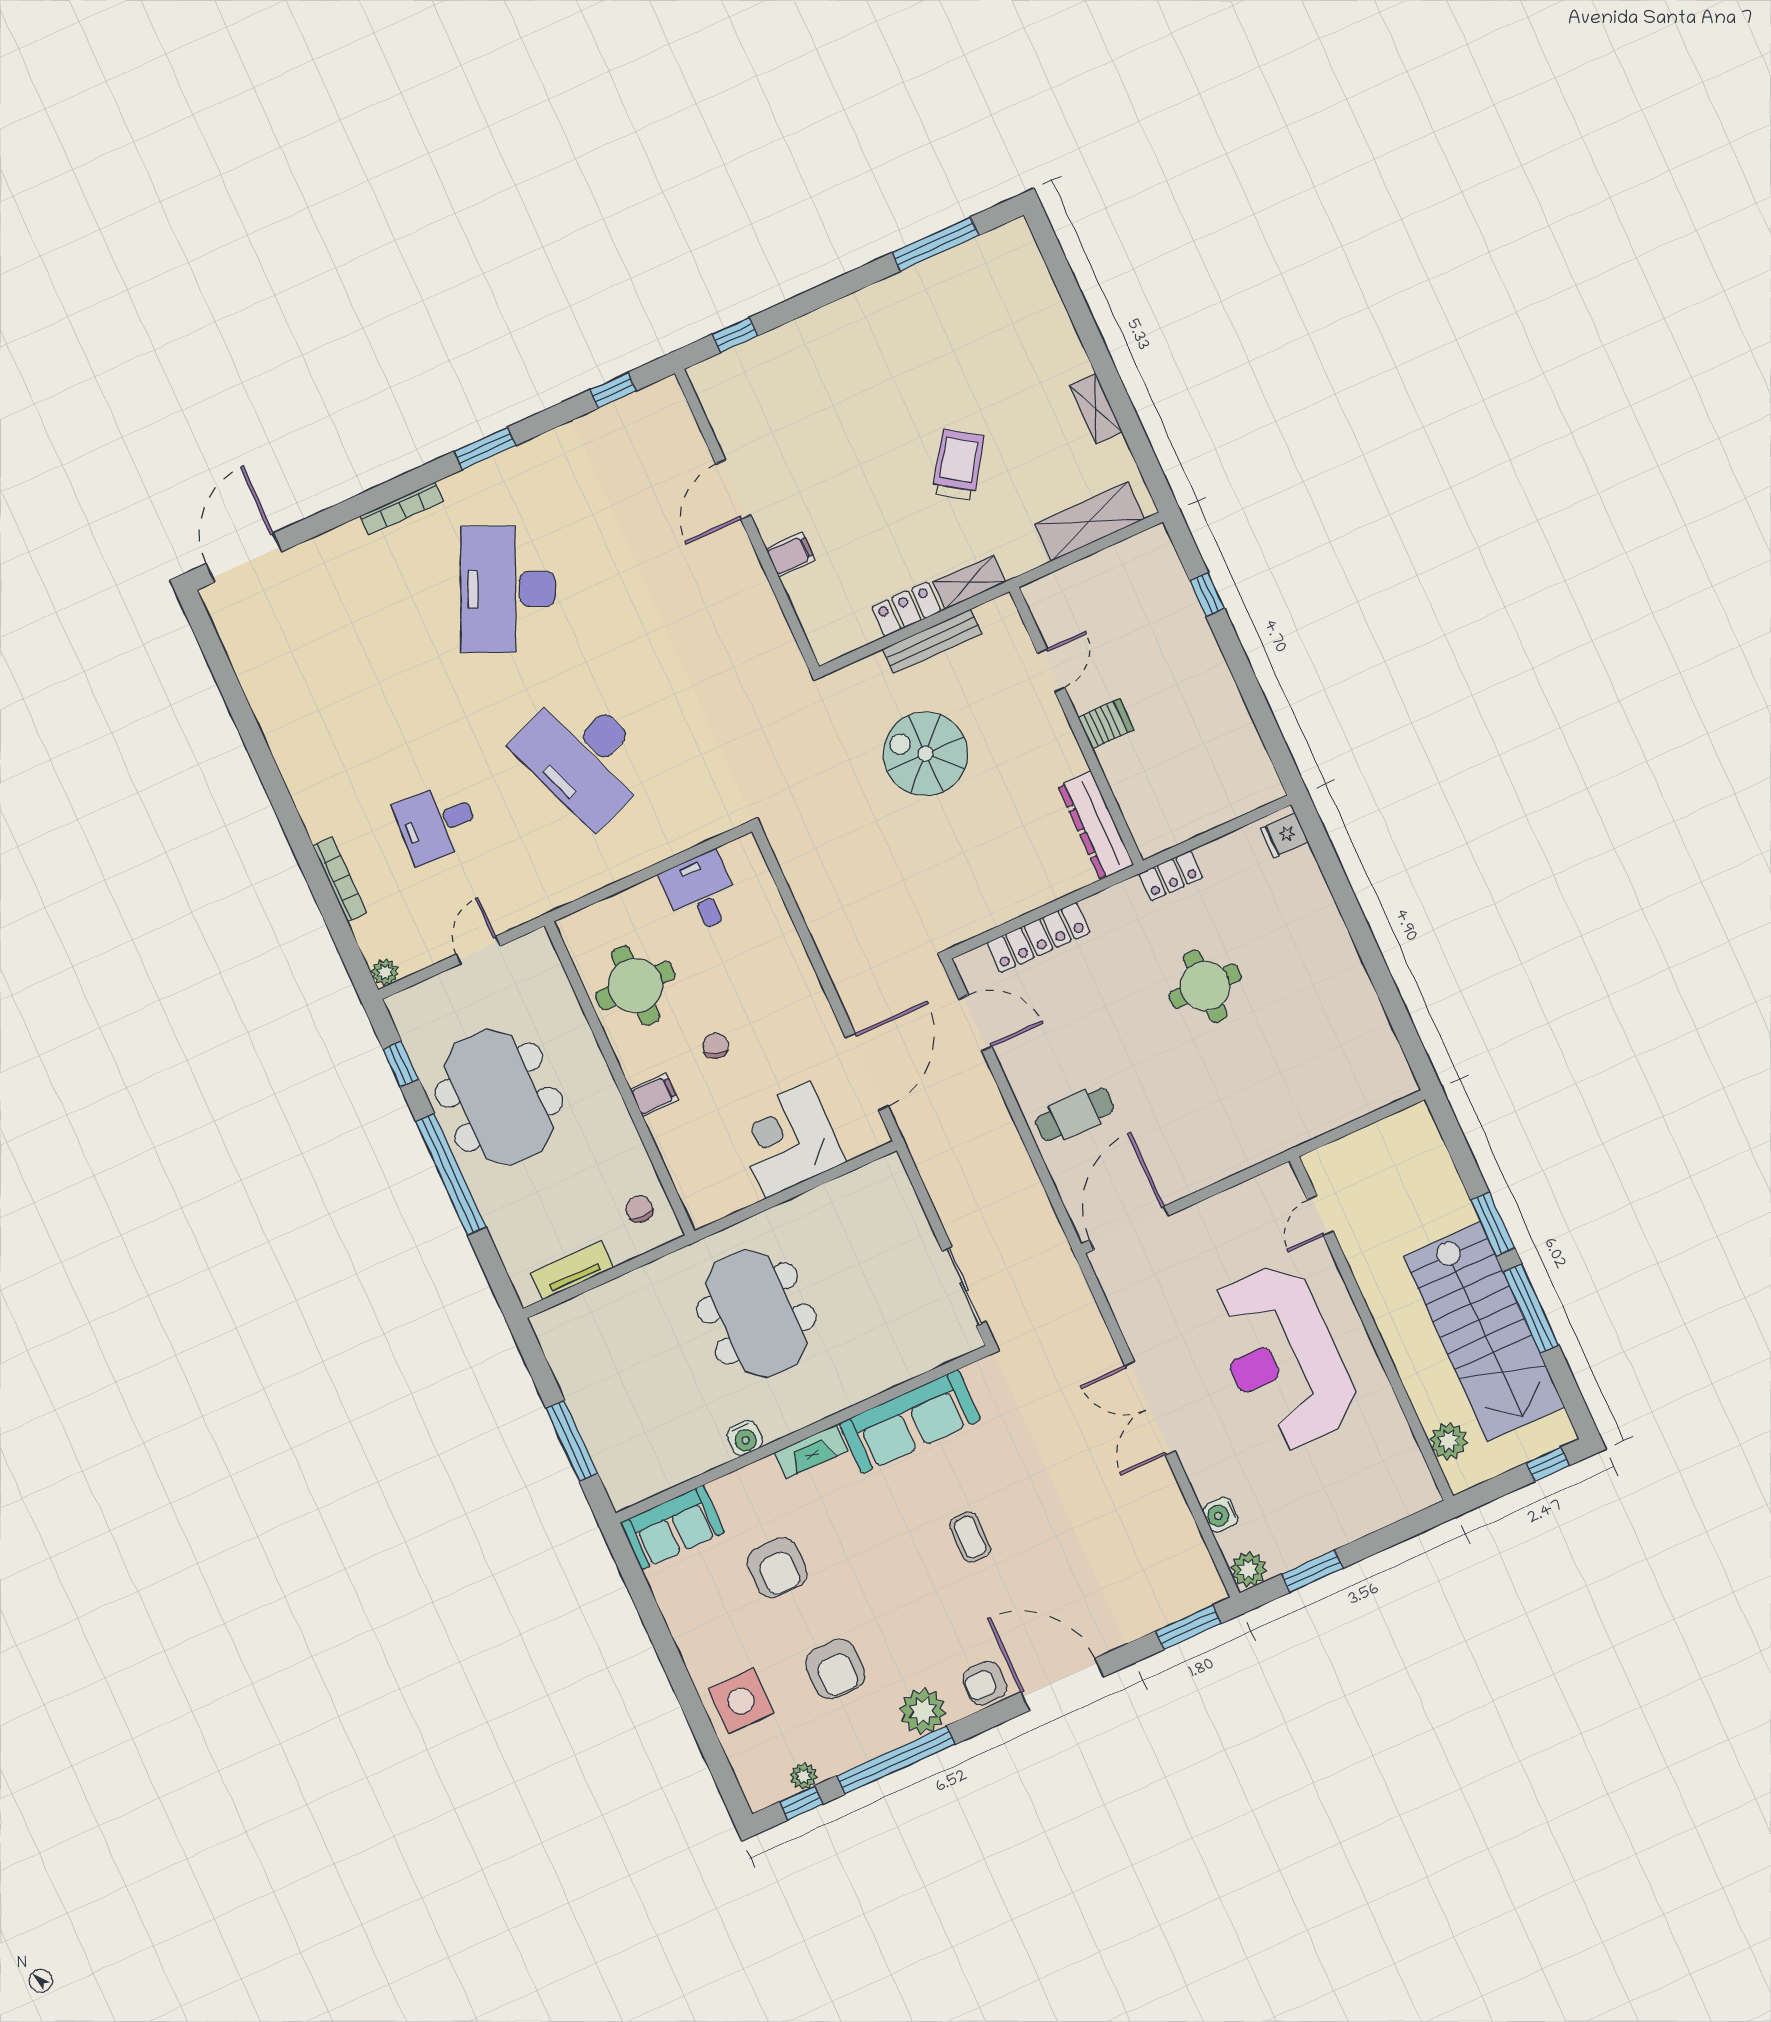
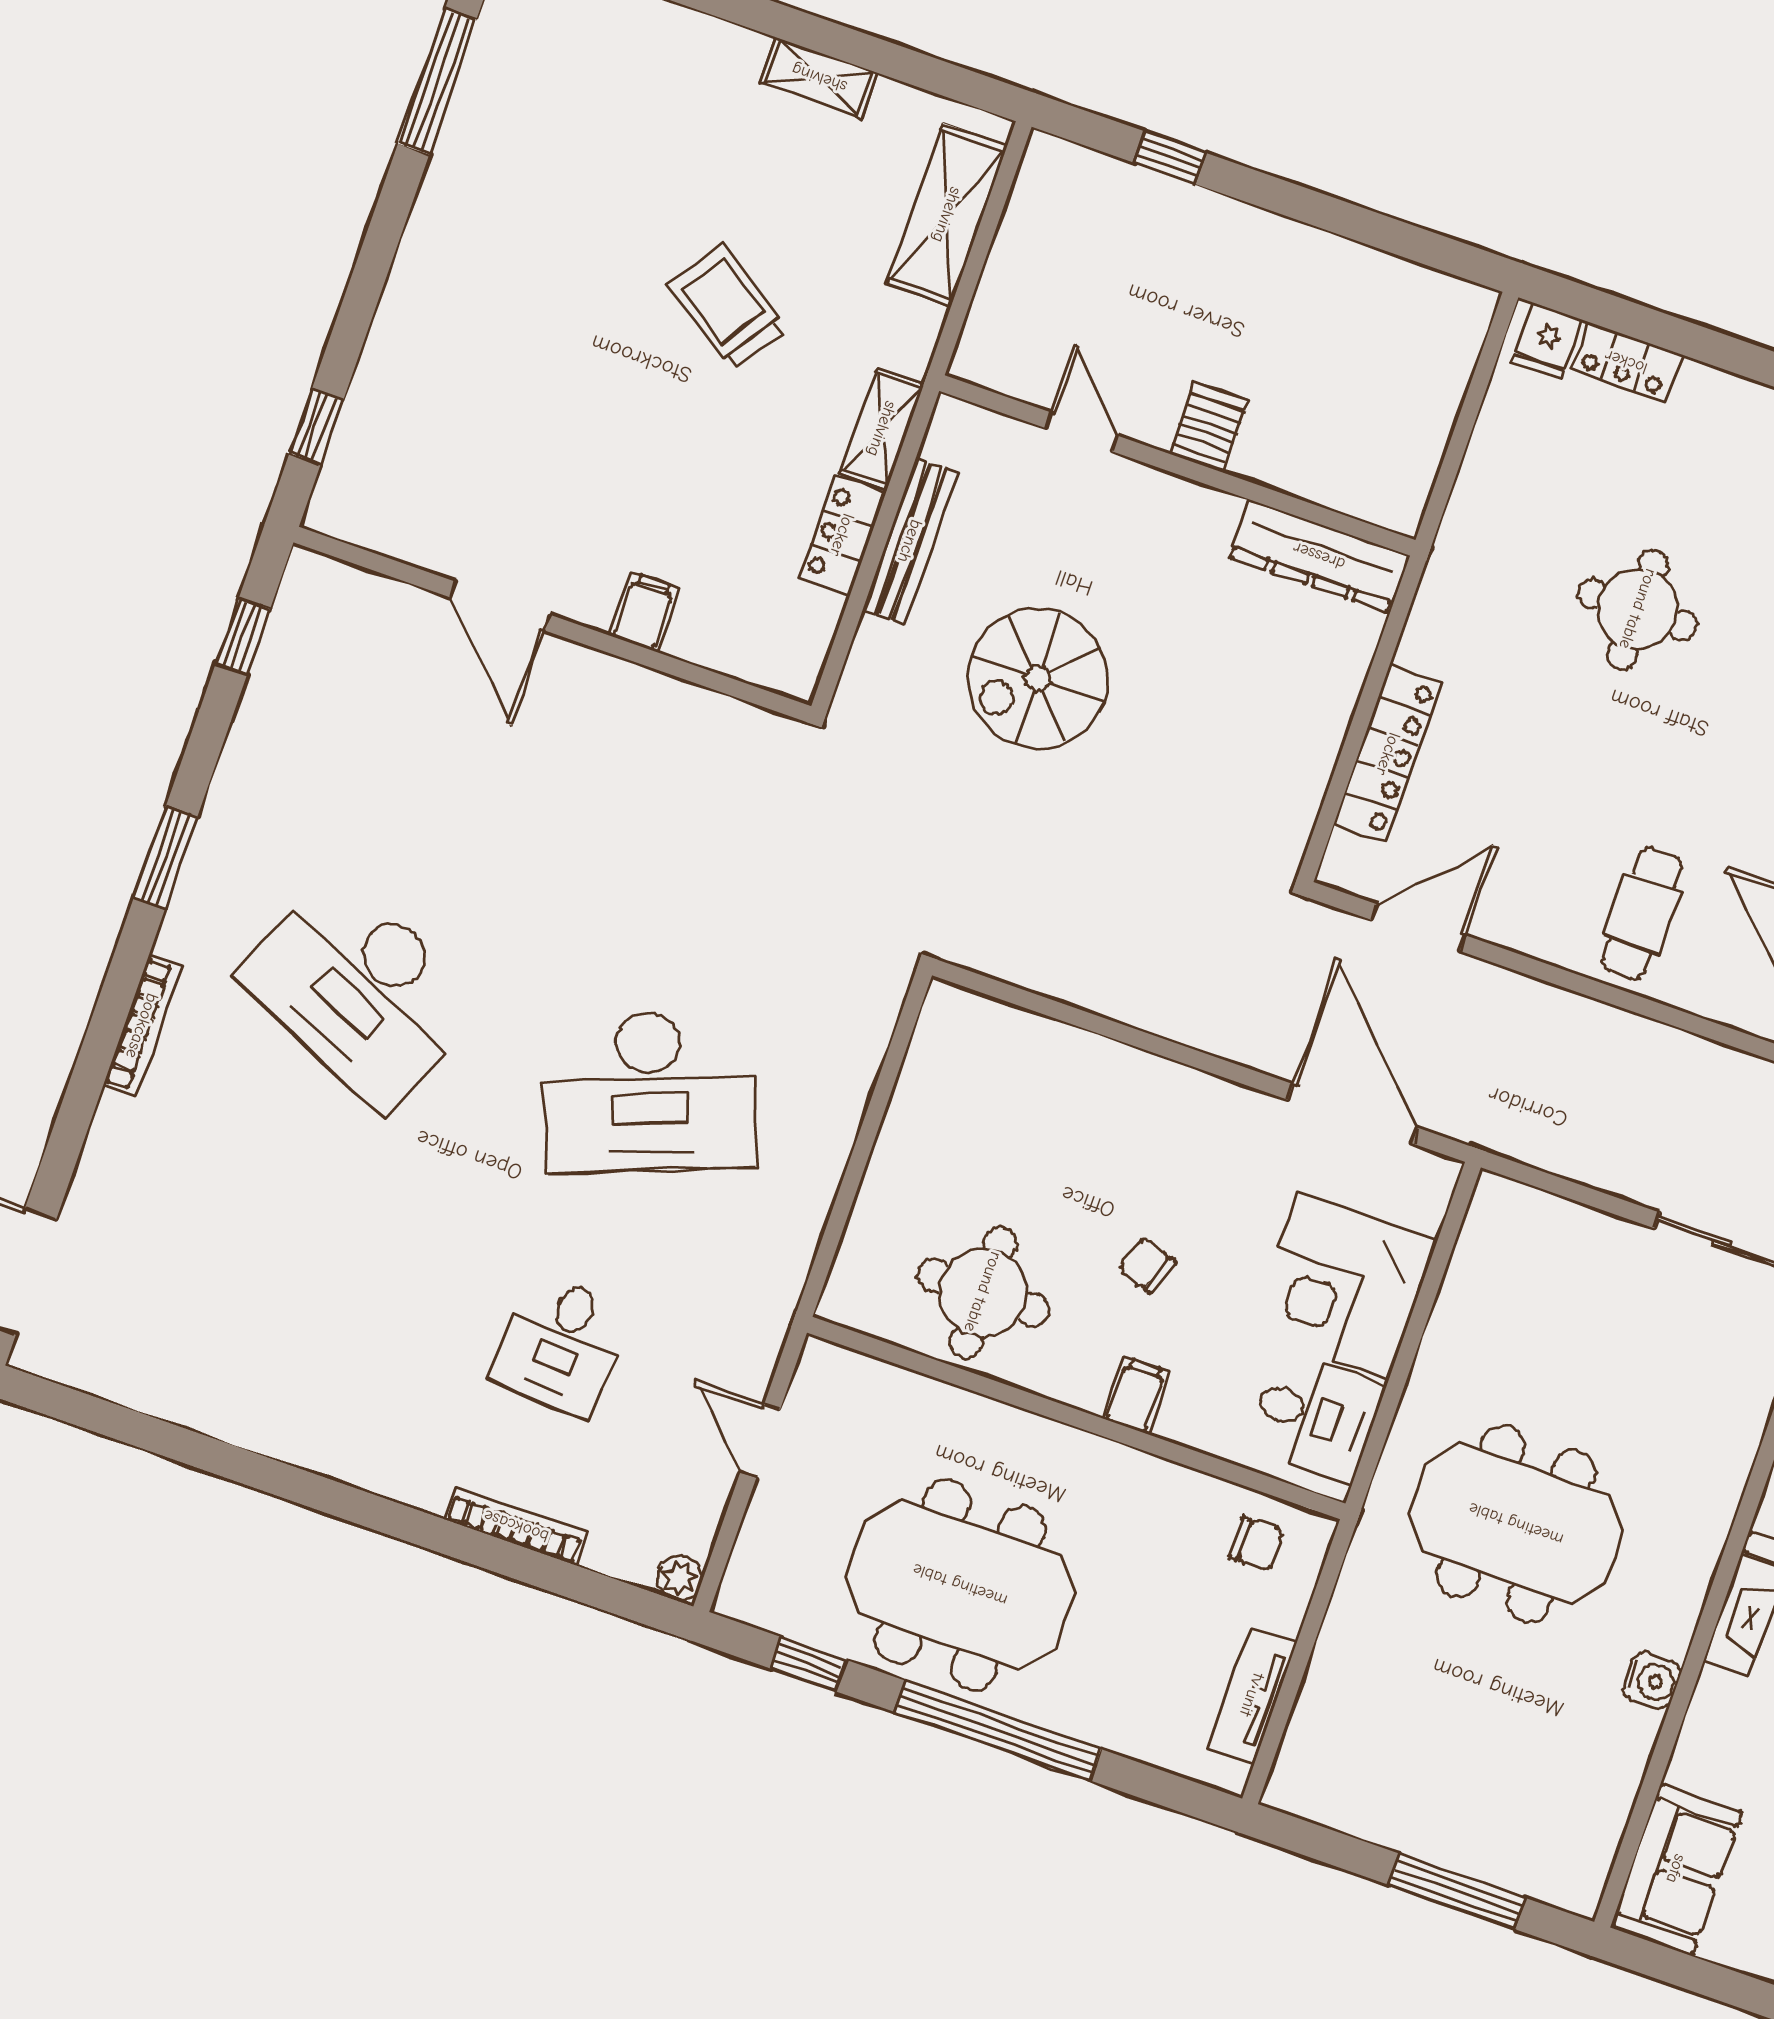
locker: (1171, 876) -> (1626, 362), moved, turned 90
desk: (701, 893) -> (1315, 1417), moved, turned 180
chair: (639, 1209) -> (1256, 1544), turned 180

